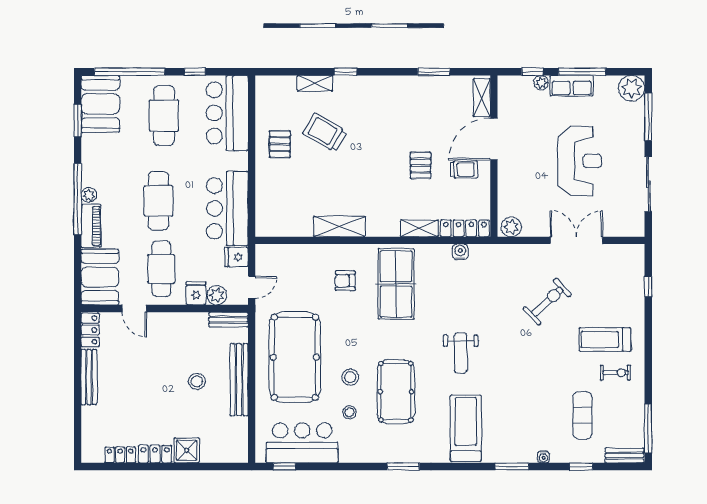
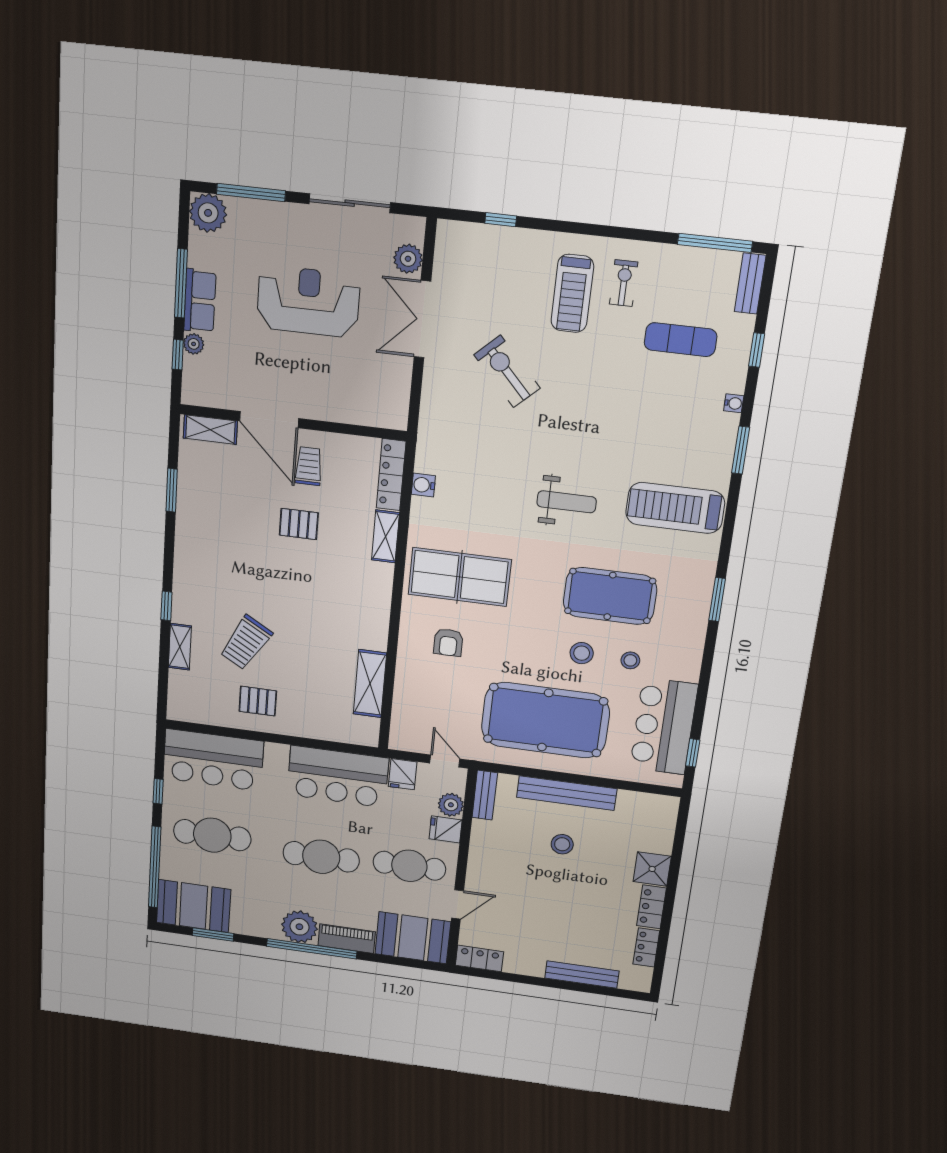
plant: (89, 195) -> (299, 927), width x1.88, depth x1.88
shelving: (339, 226) -> (370, 684), moved
plant: (511, 227) -> (408, 259), moved
bench: (89, 377) -> (582, 974), moved

